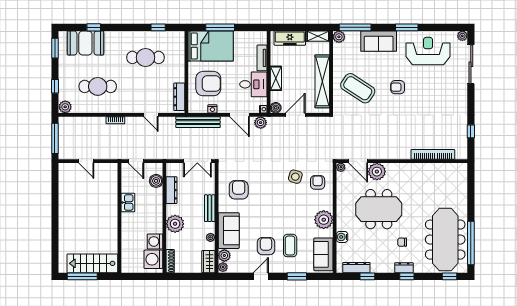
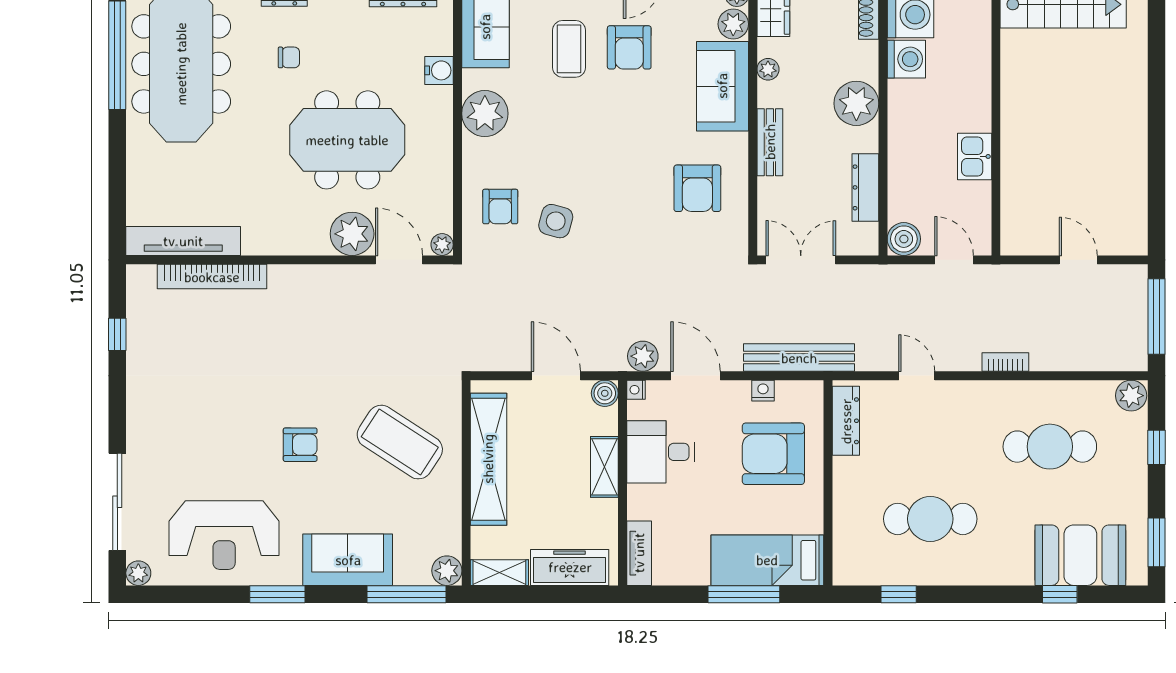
bed: (211, 46) -> (767, 560), width x0.67
tv unit: (262, 58) -> (639, 553), moved
door: (295, 115) -> (556, 376), swing flipped
tv unit: (444, 169) -> (183, 241), added
boiler: (156, 181) -> (904, 239), moved

